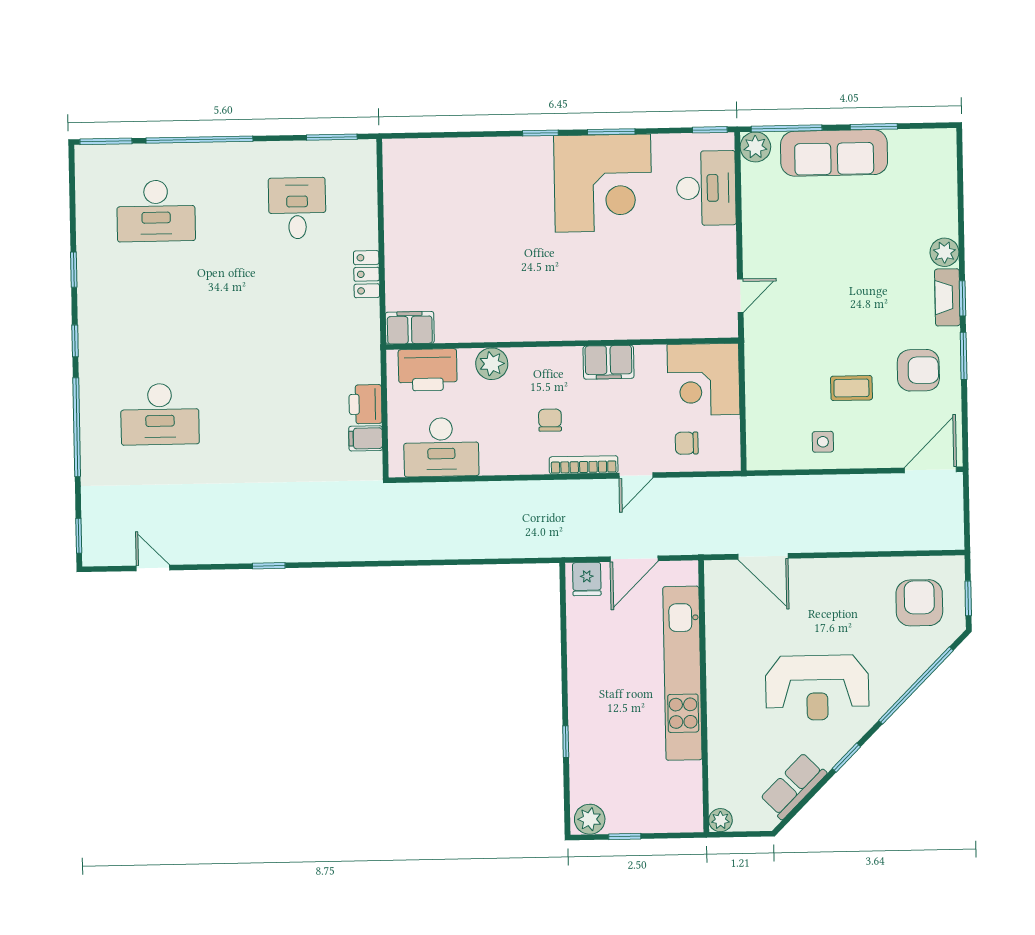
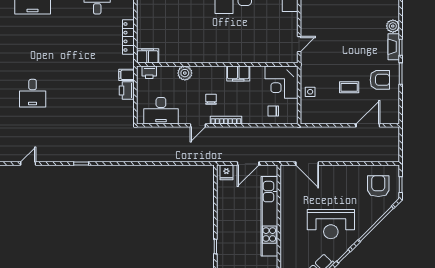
locker: (367, 274) -> (128, 37), width x1.53
printer: (428, 370) -> (149, 72), width x0.53, depth x0.68
desk: (160, 414) -> (33, 93), width x0.73
filing cabinet: (366, 438) -> (126, 75), moved
side table: (823, 442) -> (310, 92), moved
door: (930, 470) -> (368, 125), moved
door: (636, 475) -> (198, 125), moved
door: (153, 568) -> (28, 163), hinge flipped

